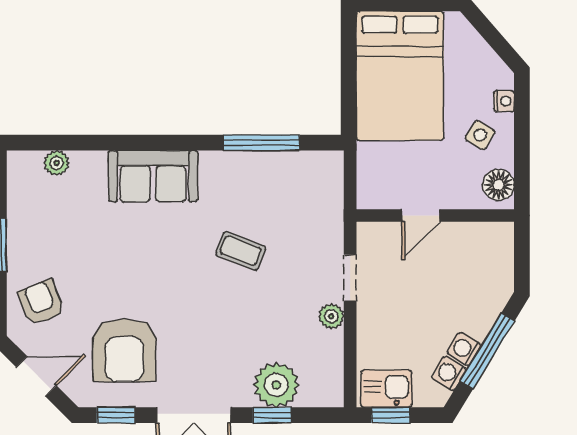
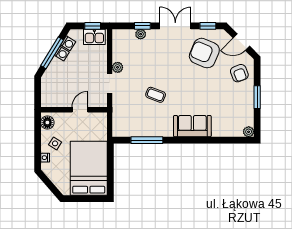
plant: (57, 163) -> (249, 132), moved
armchair: (124, 350) -> (204, 53), turned -67
plant: (276, 385) -> (141, 34), width x0.53, depth x0.53

